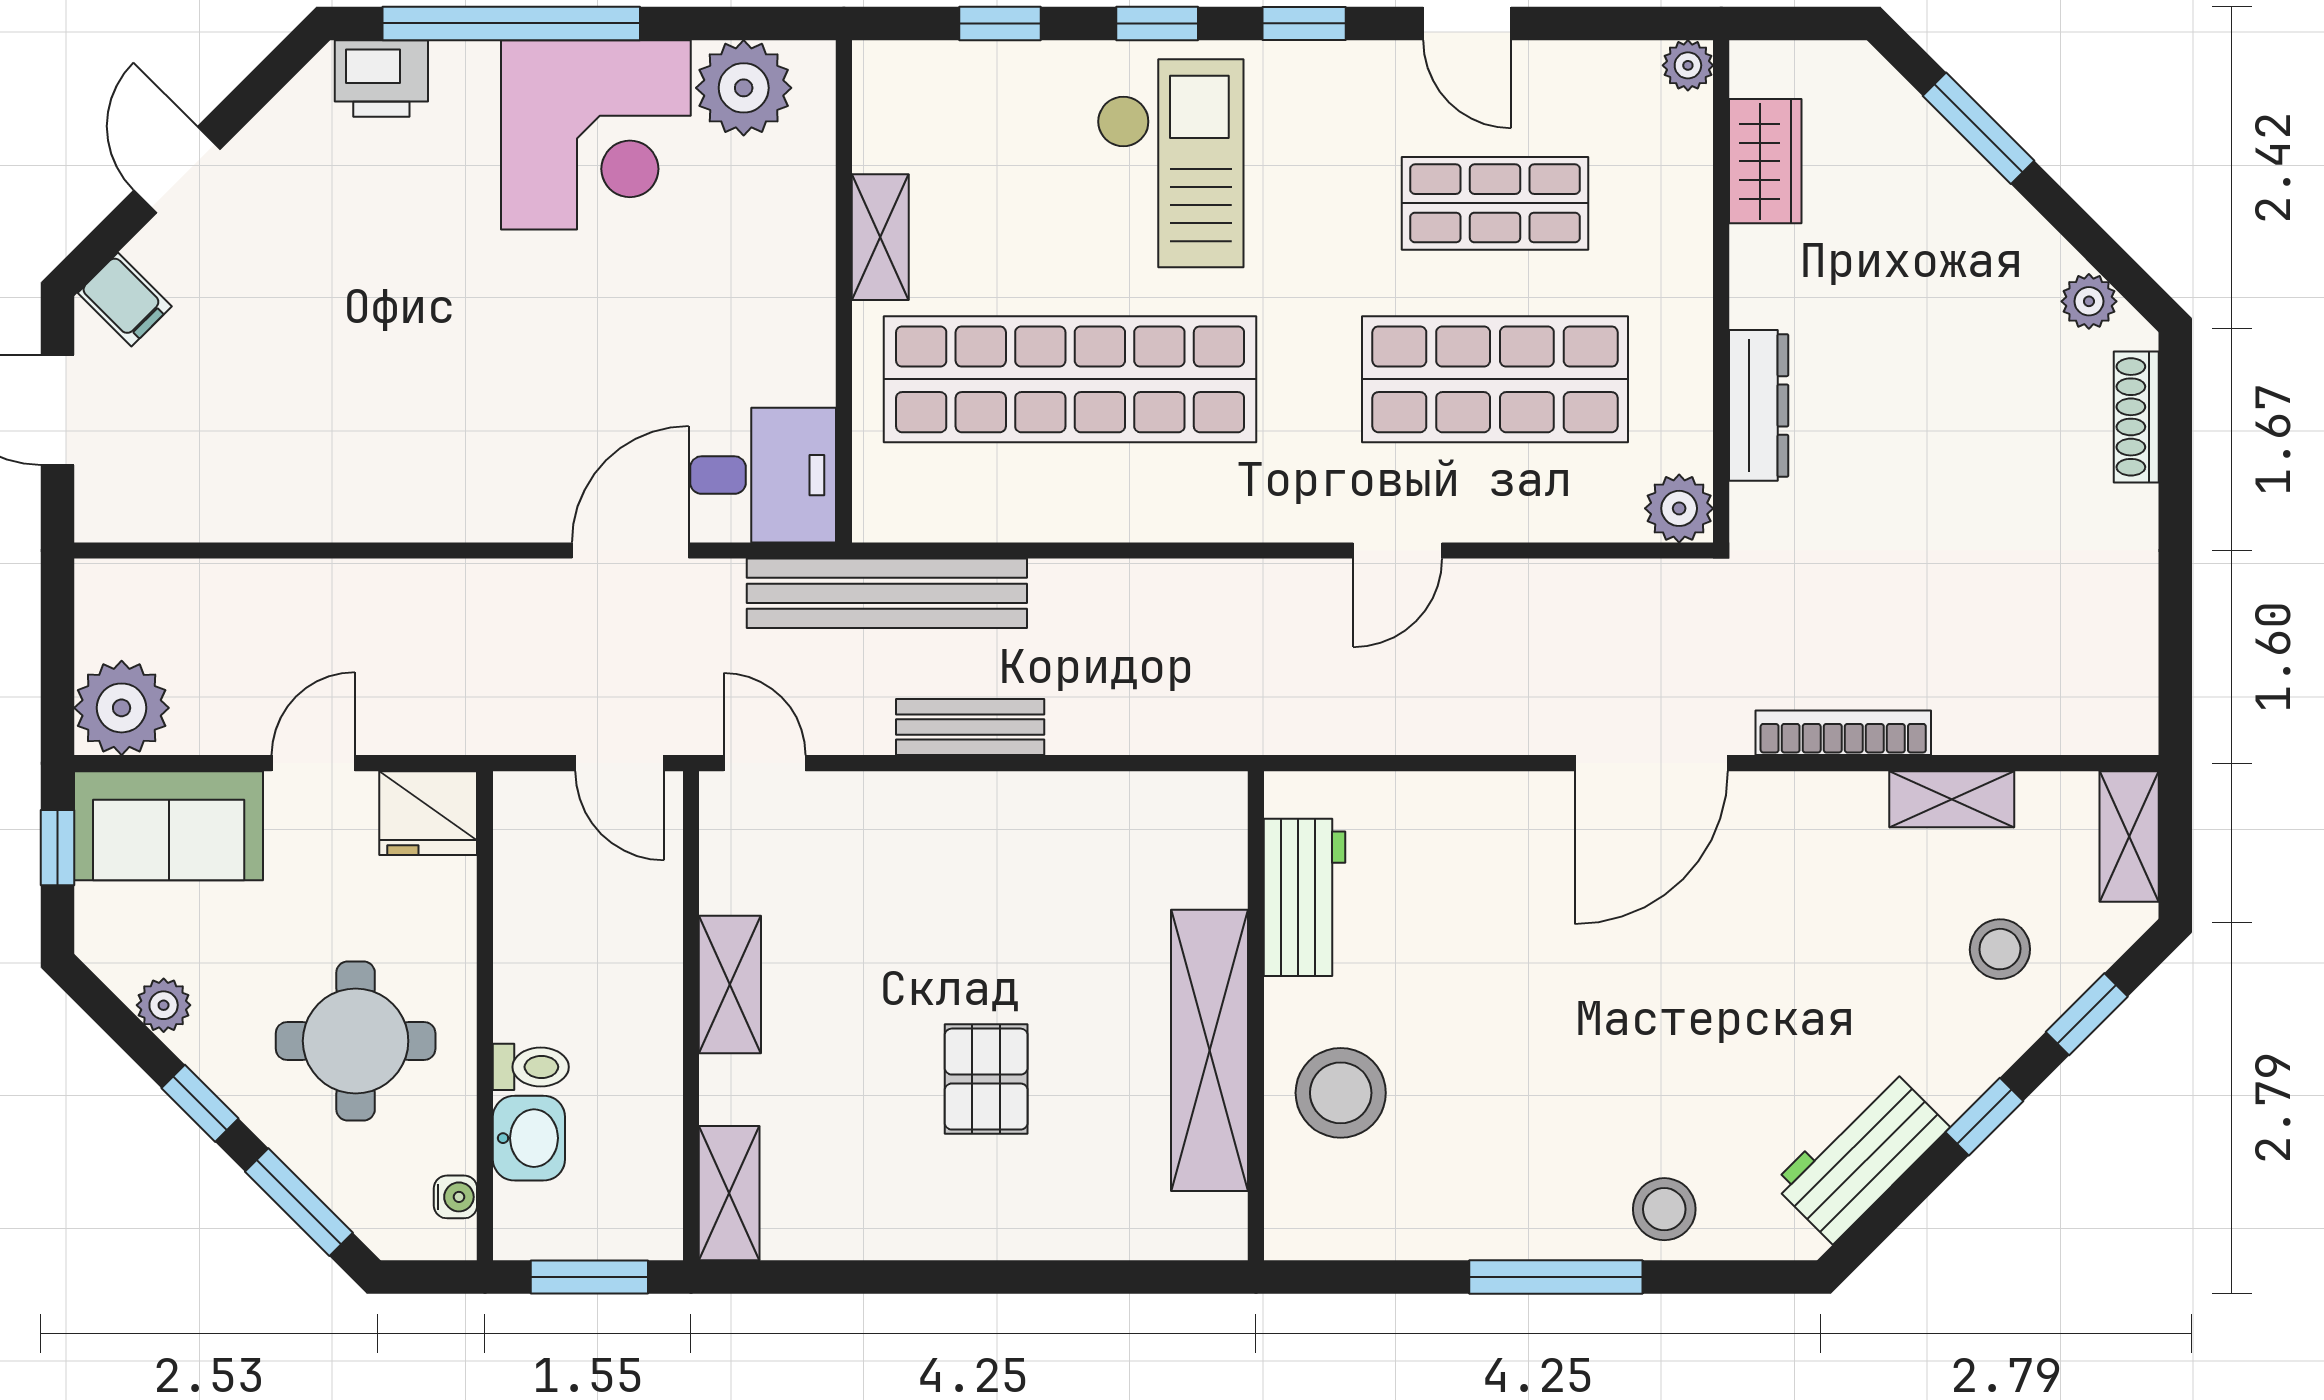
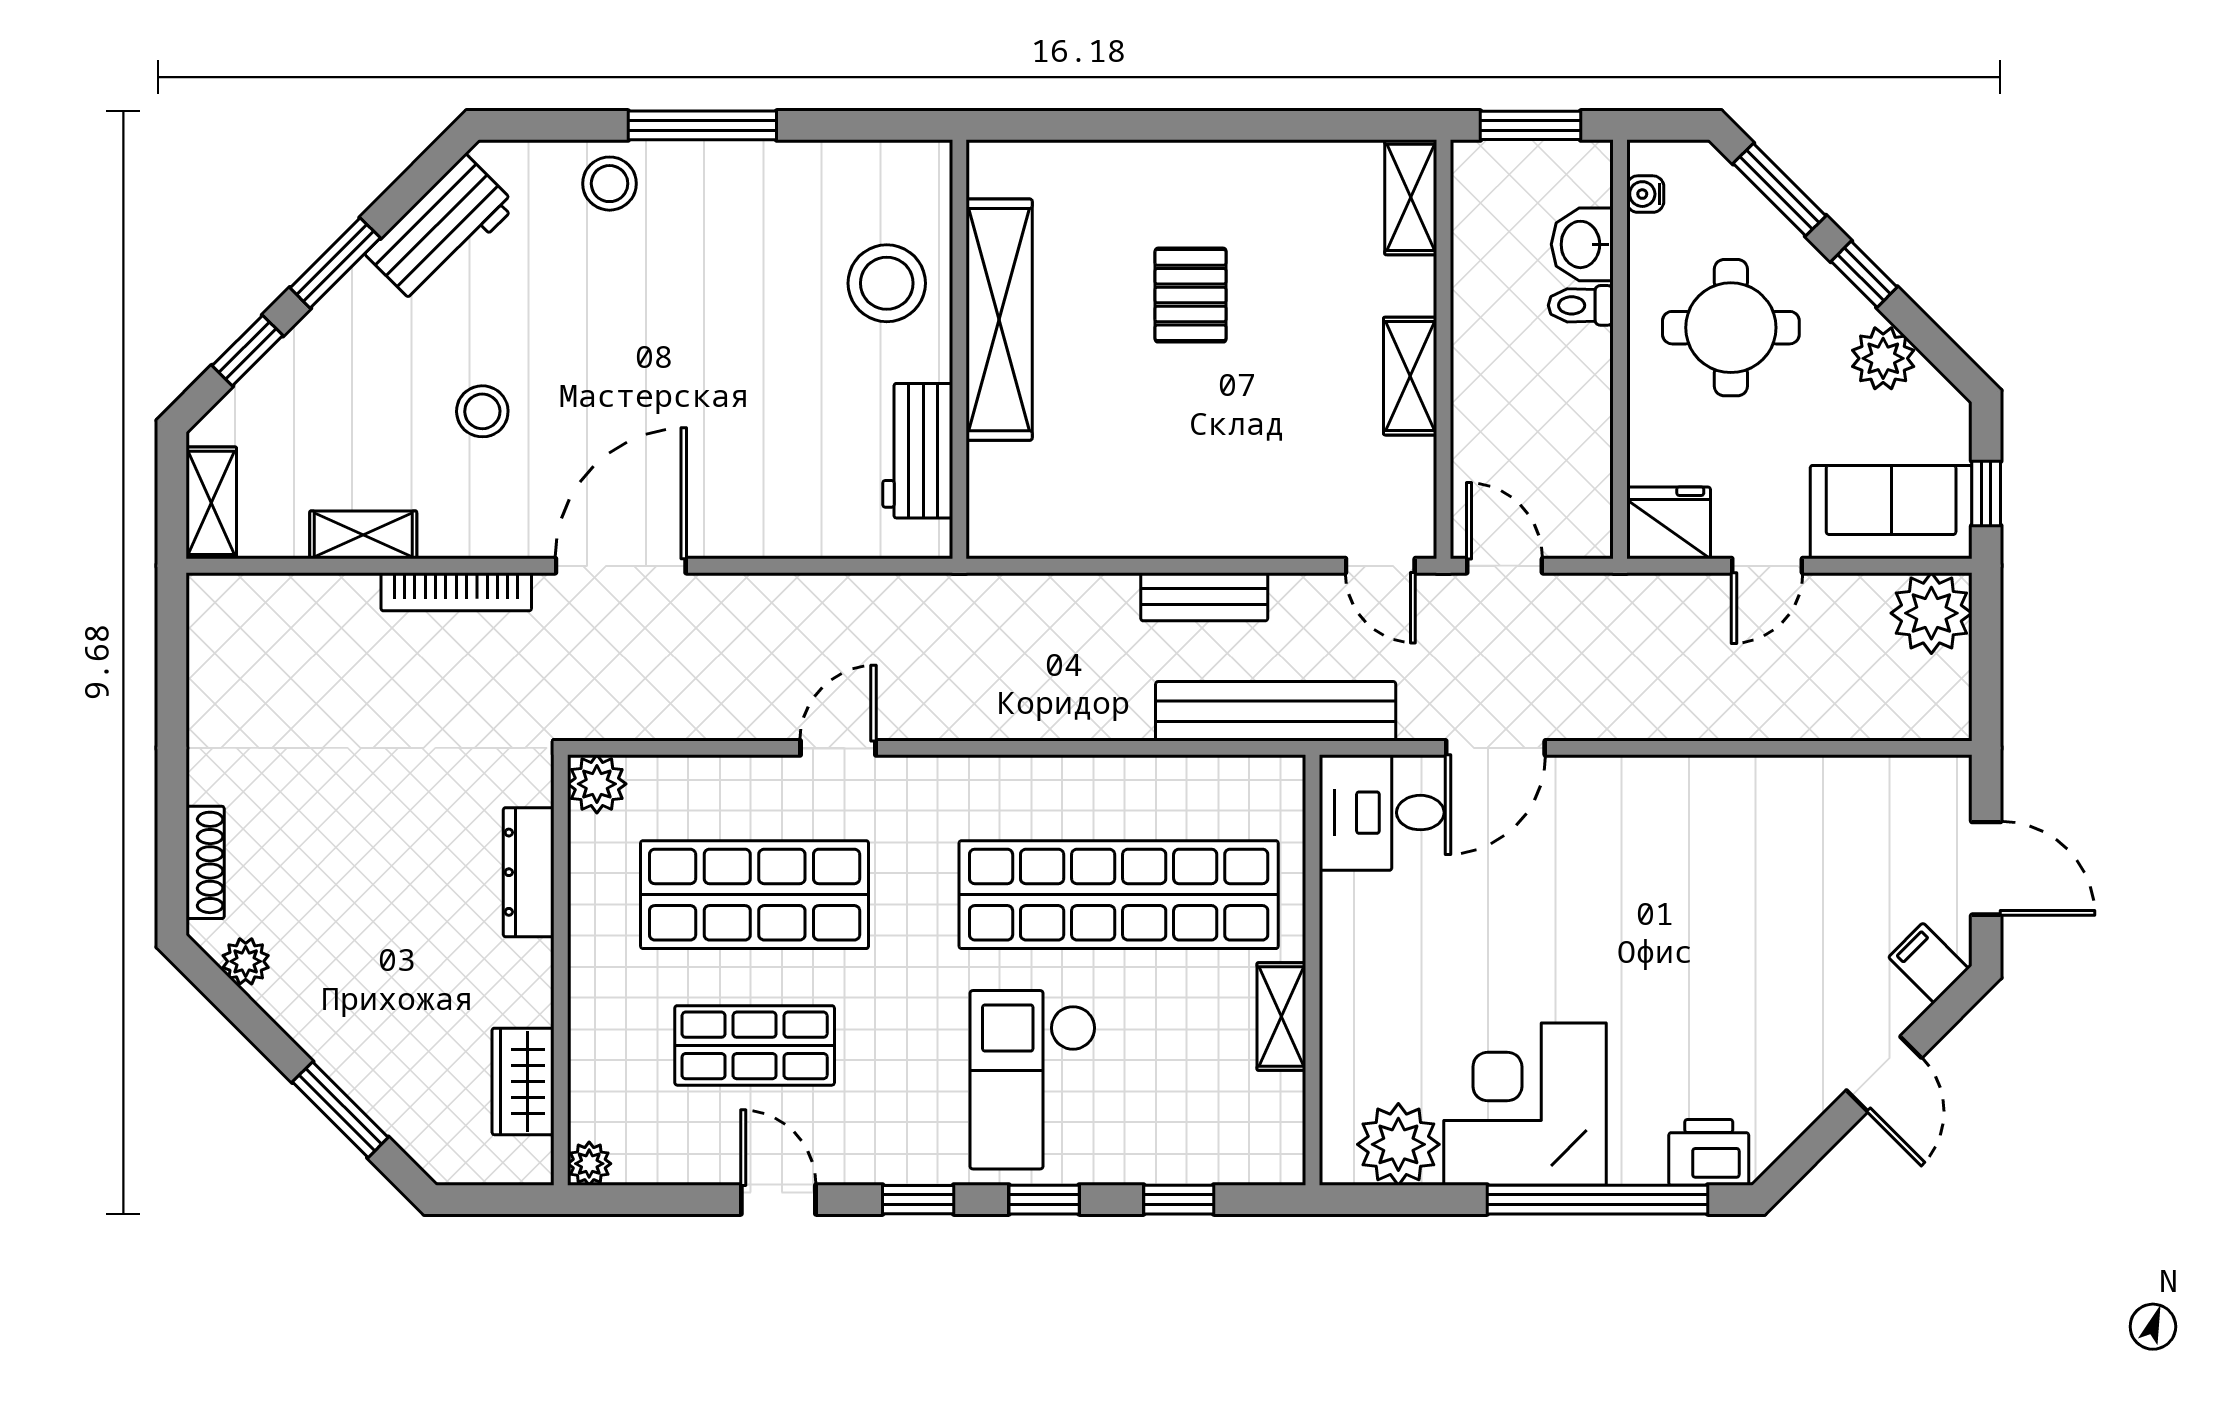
stool: (2000, 949) -> (482, 411), moved
plant: (164, 1005) -> (1883, 358), width x1.38, depth x1.38
window: (1984, 1117) -> (335, 263), width x1.50

